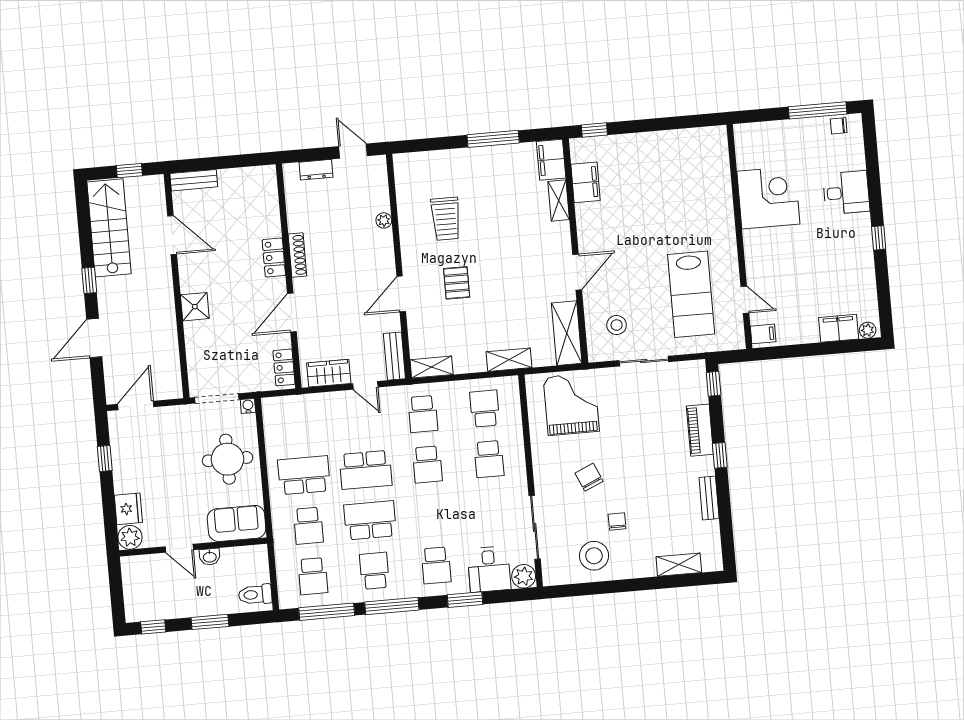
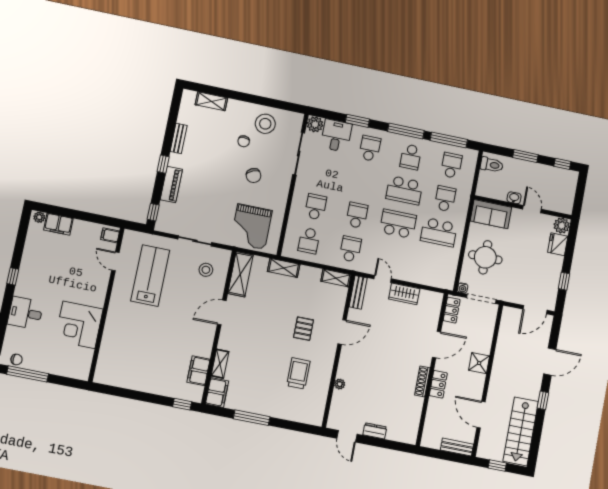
shoe rack: (297, 255) -> (422, 381), moved
locker: (274, 258) -> (438, 384), moved
wall: (289, 276) -> (432, 369), moved
door: (292, 313) -> (436, 345), moved
locker: (284, 367) -> (452, 310), moved

